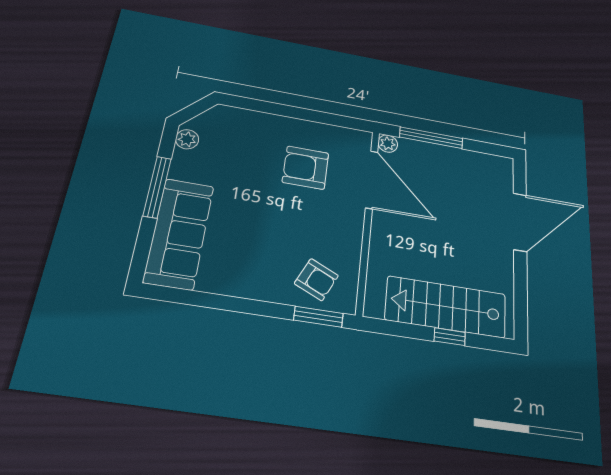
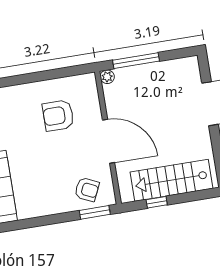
door: (372, 180) -> (109, 141), moved
window: (450, 337) -> (157, 202), moved

